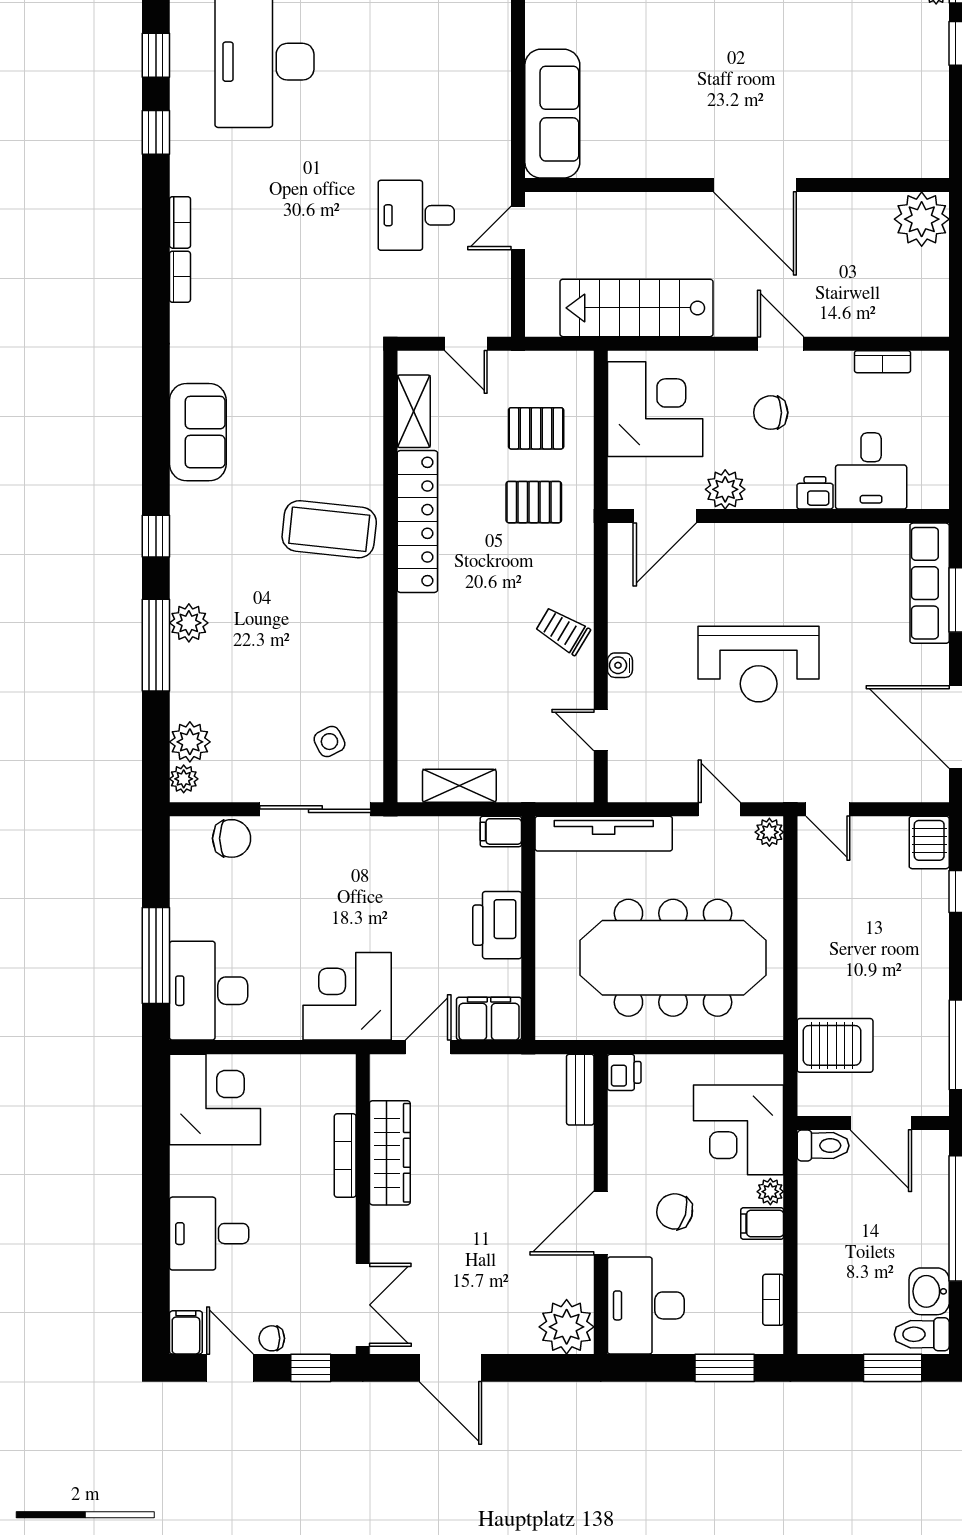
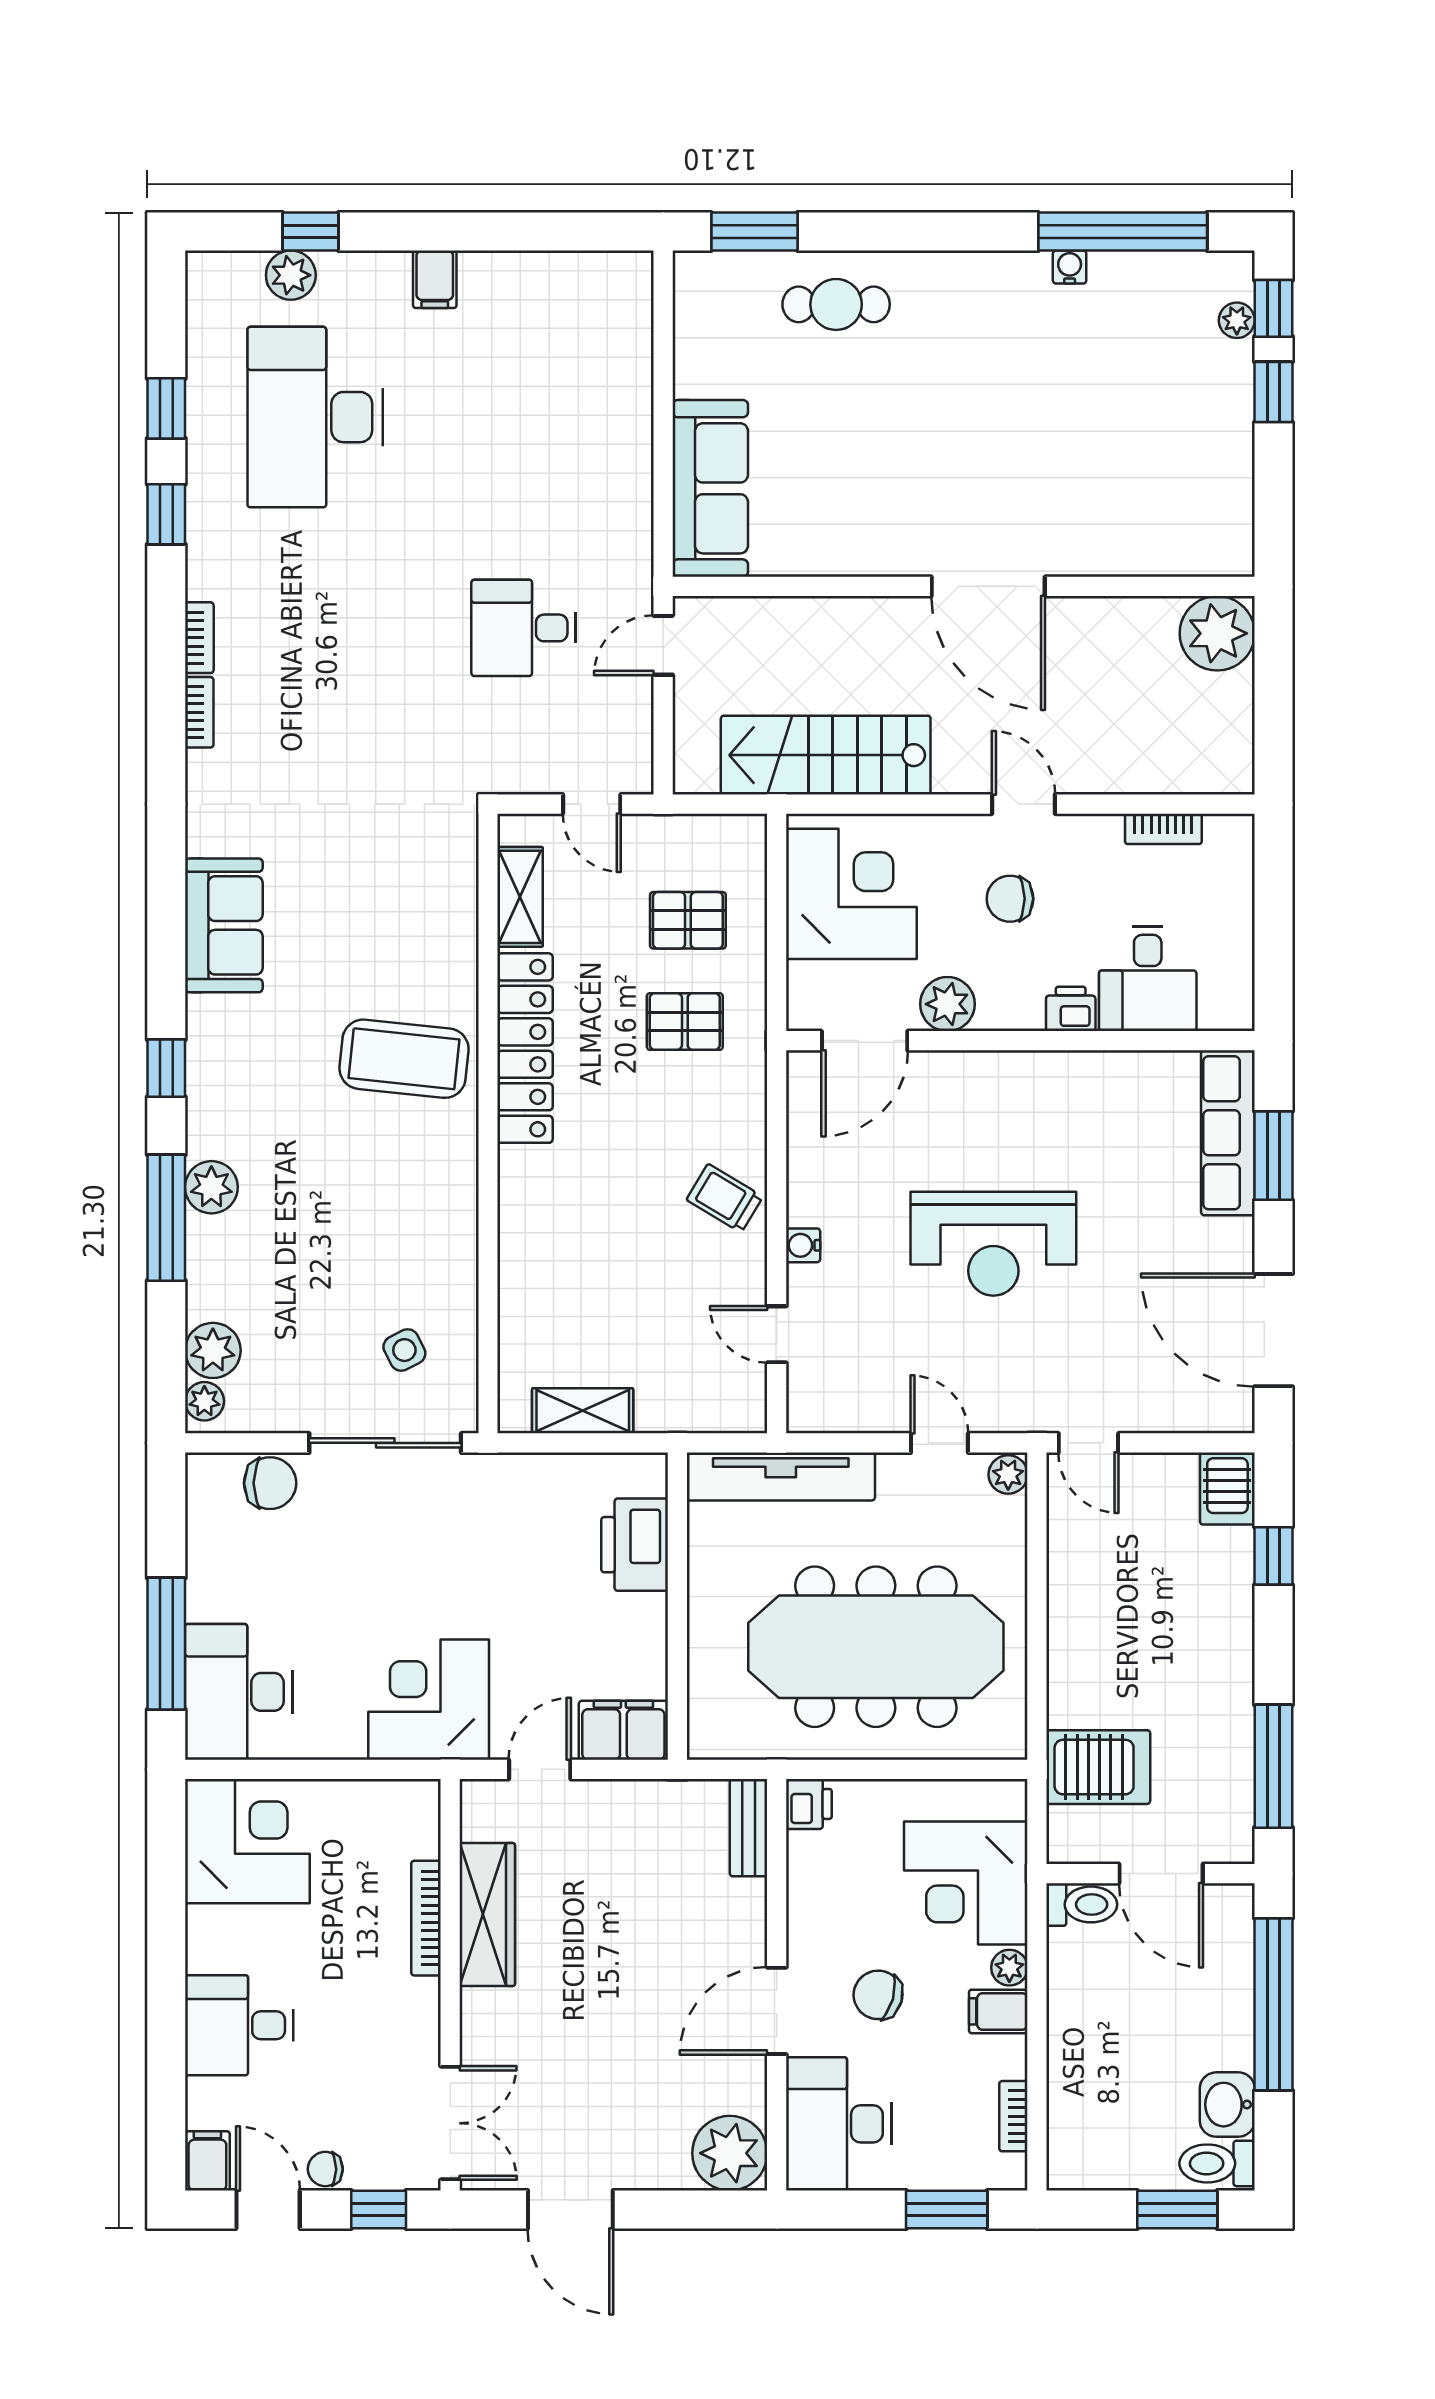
filing cabinet: (501, 831) -> (640, 1474), removed
printer: (497, 925) -> (635, 1545), moved

